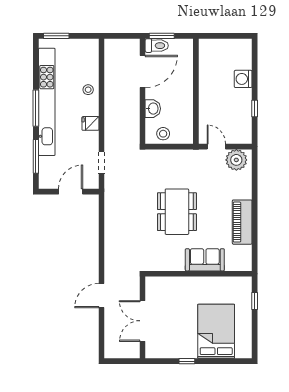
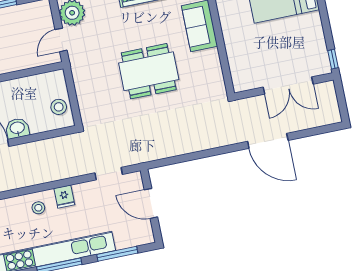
stool: (88, 90) -> (38, 208), moved
washbasin: (153, 109) -> (17, 128), moved
door: (101, 296) -> (268, 141), width x1.36
window: (187, 361) -> (333, 59), moved

